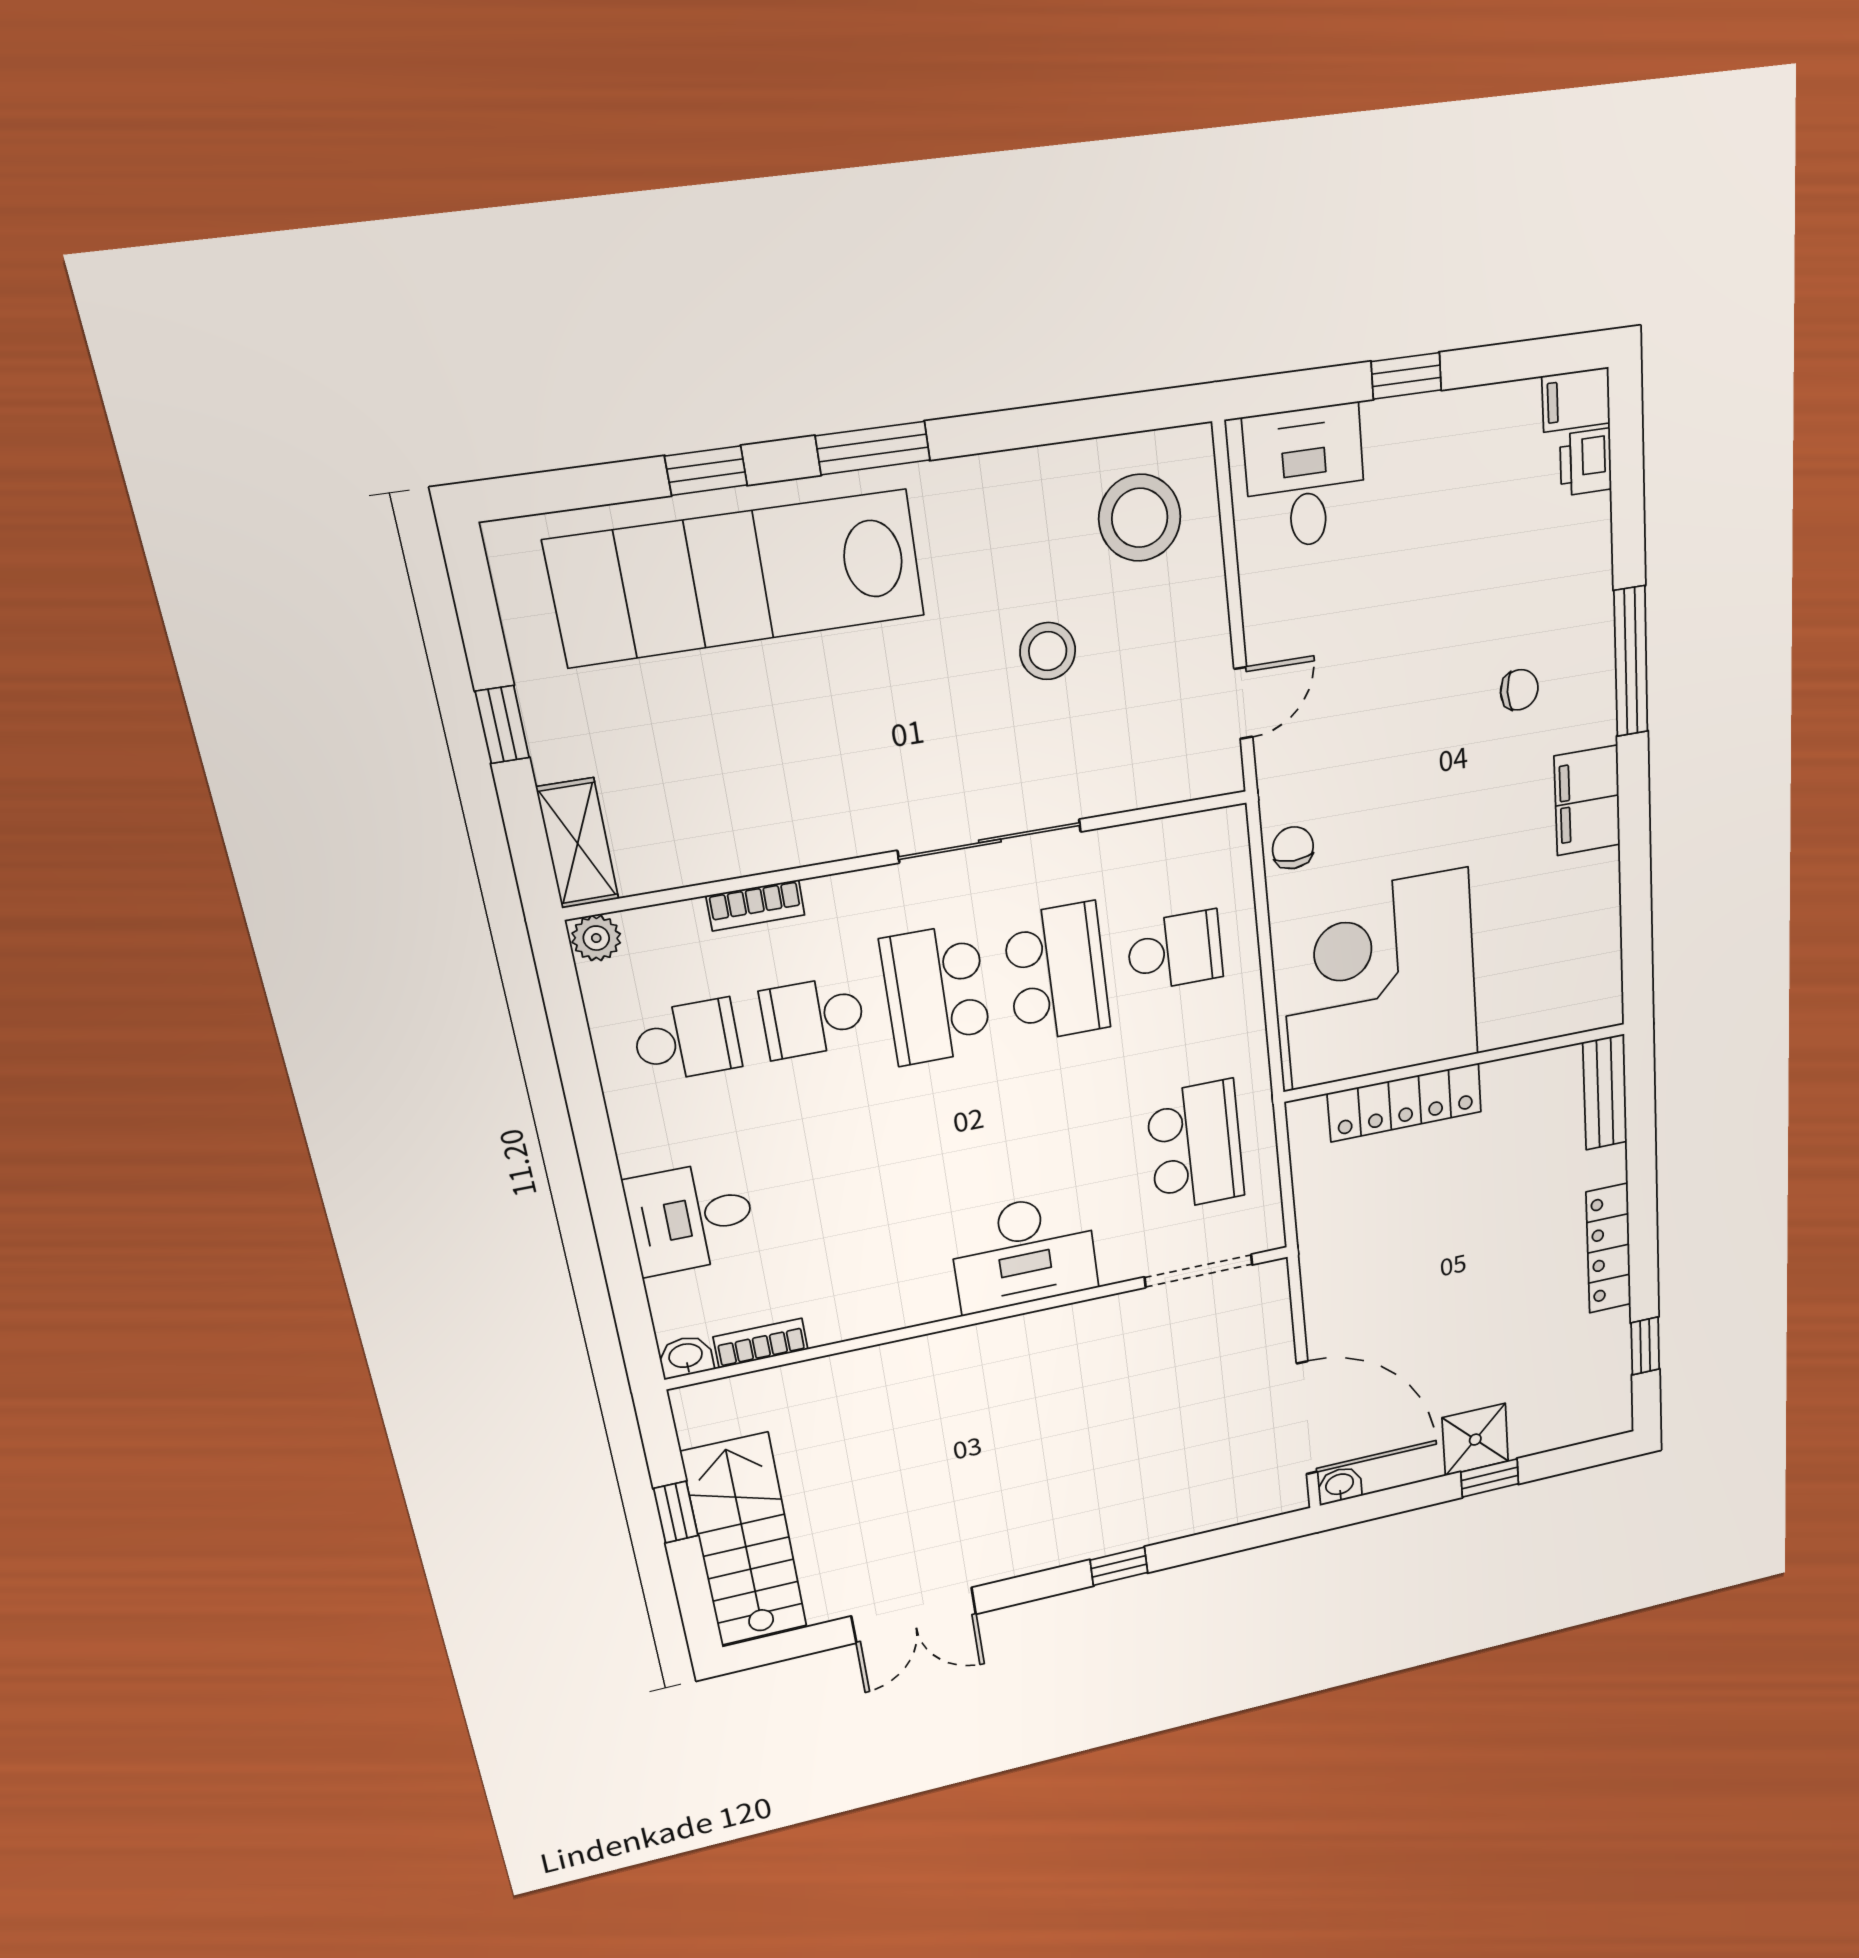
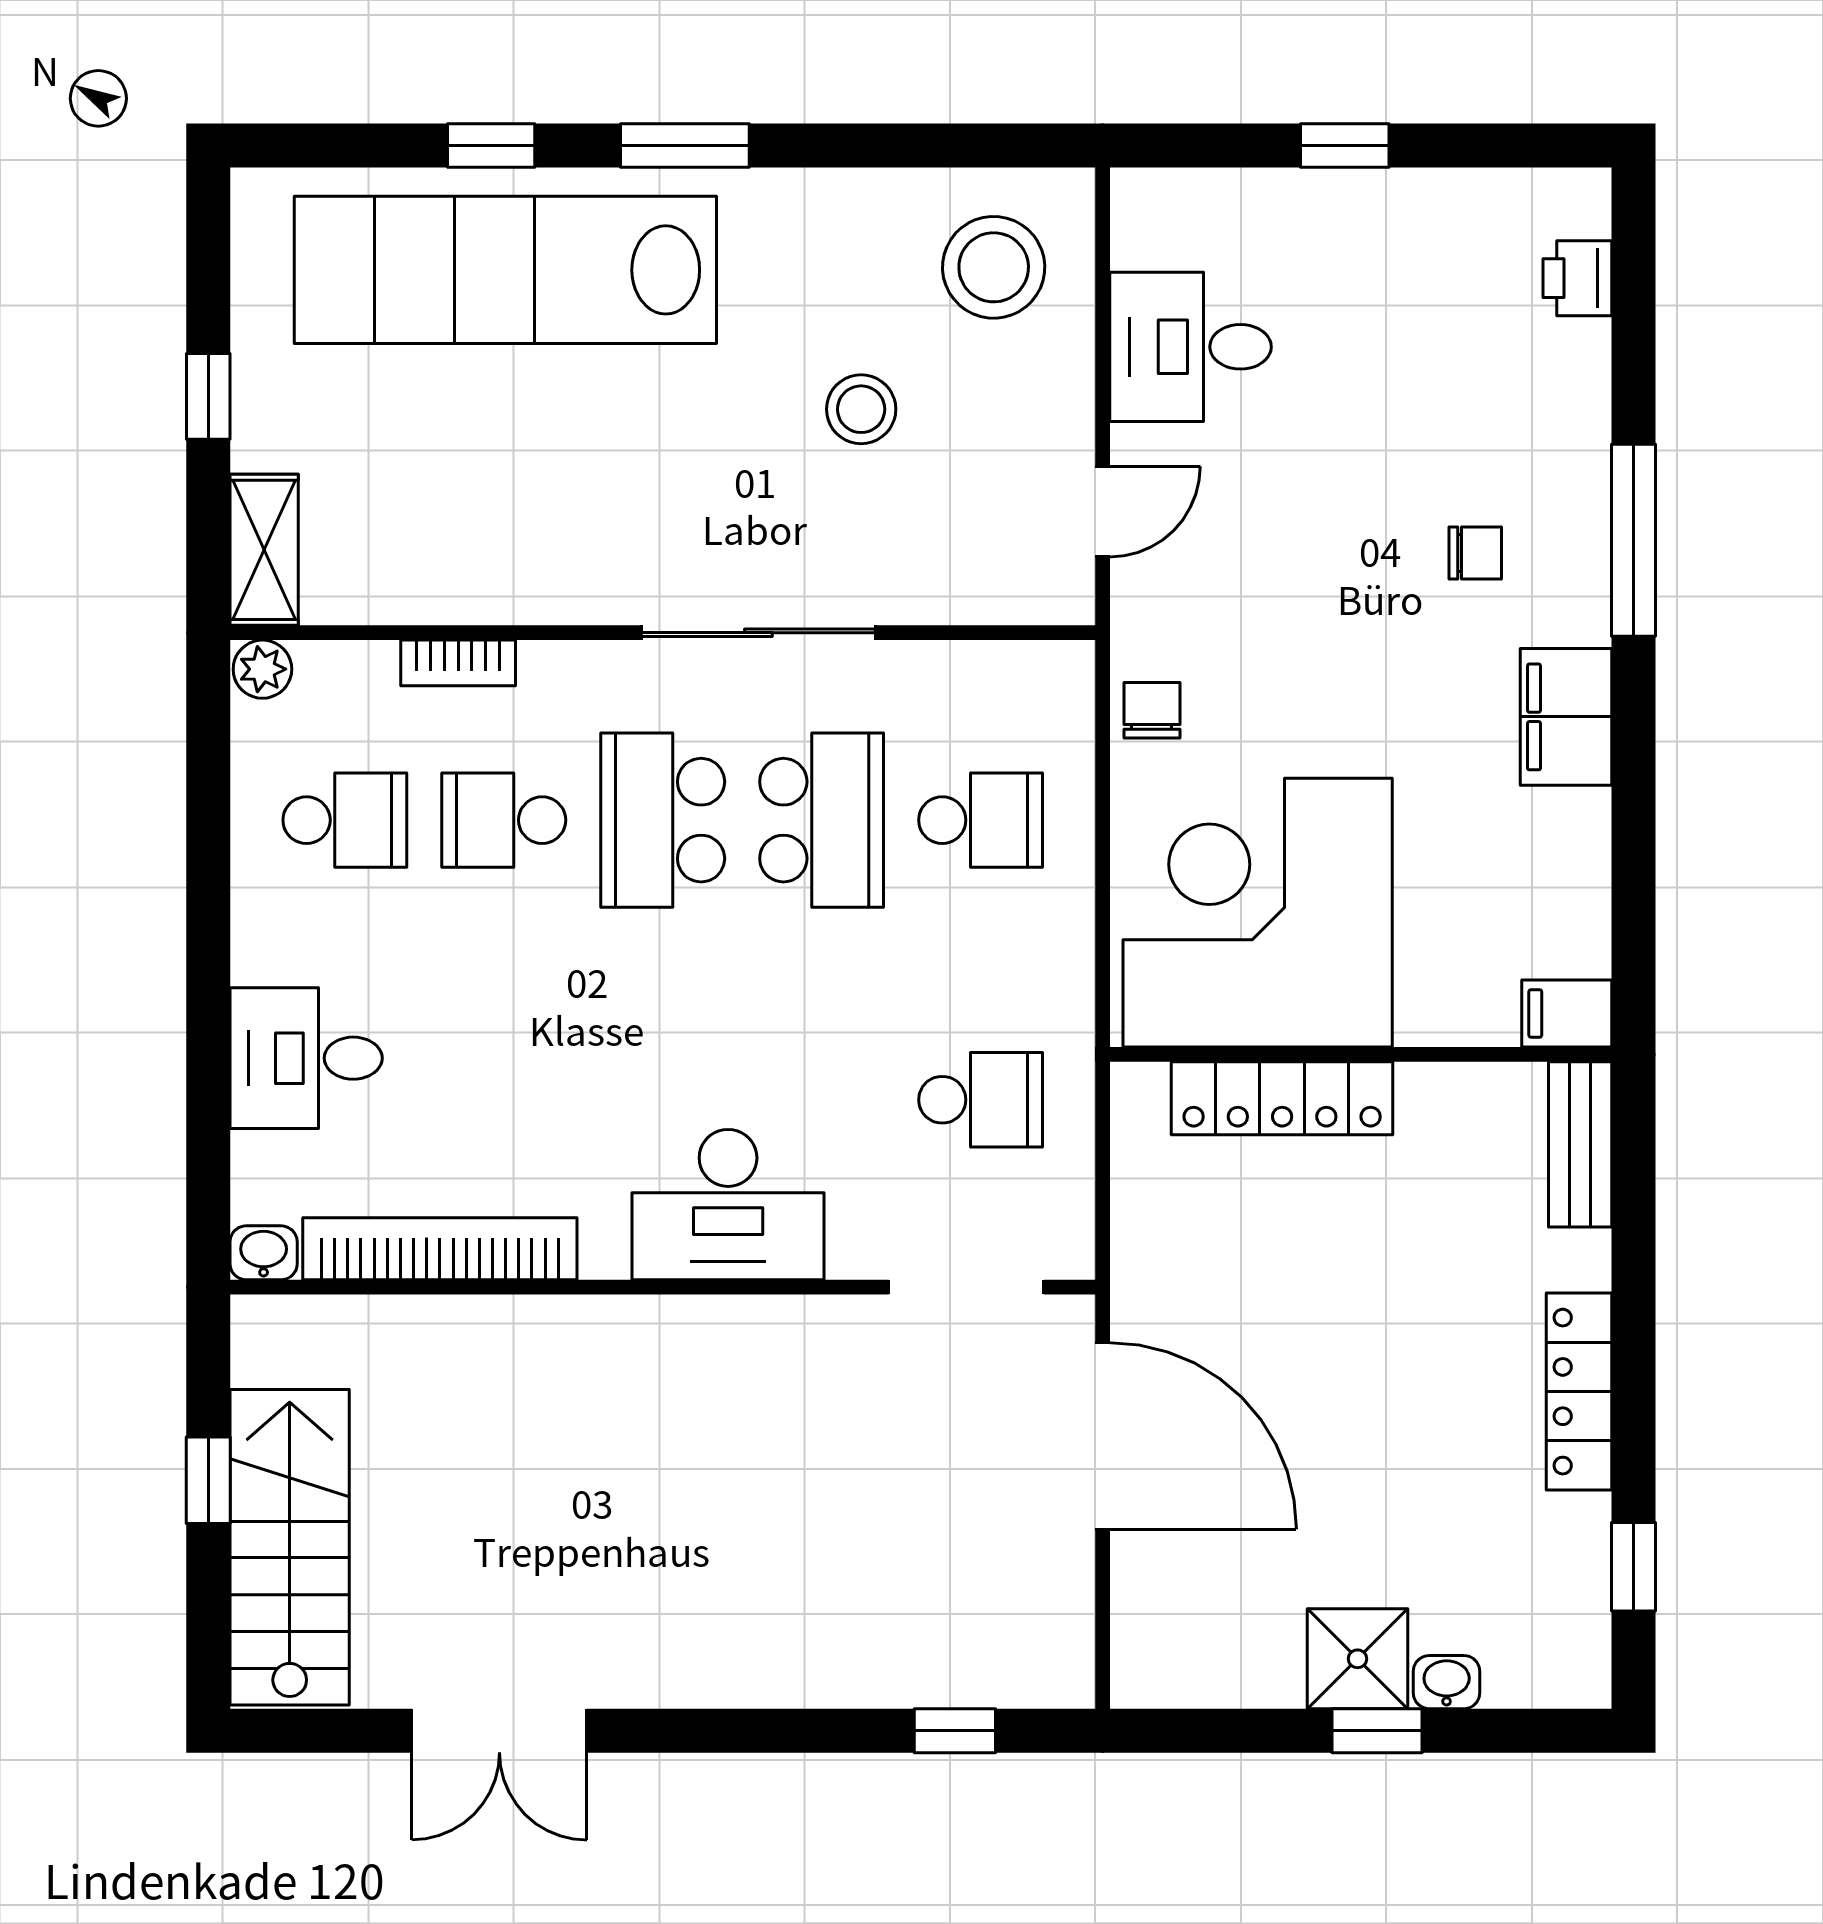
filing cabinet: (1576, 400) -> (1567, 1013), moved
desk: (1305, 477) -> (1191, 347), moved, turned -90
school desk: (1196, 1146) -> (981, 1100), width x0.54
bookcase: (761, 1343) -> (440, 1249), width x2.31, depth x1.31
door: (1307, 1418) -> (1103, 1436), moved
washbasin: (1340, 1485) -> (1447, 1682), moved
window: (1119, 1566) -> (955, 1731), moved

